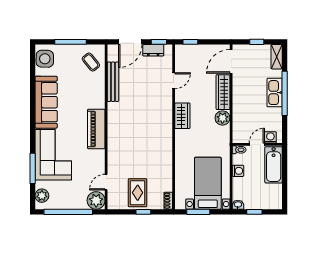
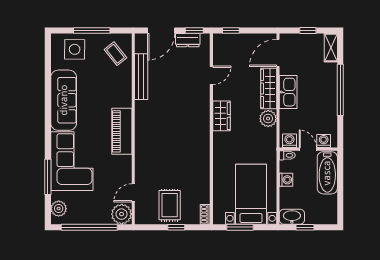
side table: (45, 59) -> (75, 49), moved
kitchen sink: (275, 93) -> (288, 92), moved, turned 180
washing machine: (241, 137) -> (289, 141), added
door: (257, 144) -> (308, 149), hinge flipped
washbasin: (238, 205) -> (292, 217), width x1.91, depth x1.45

